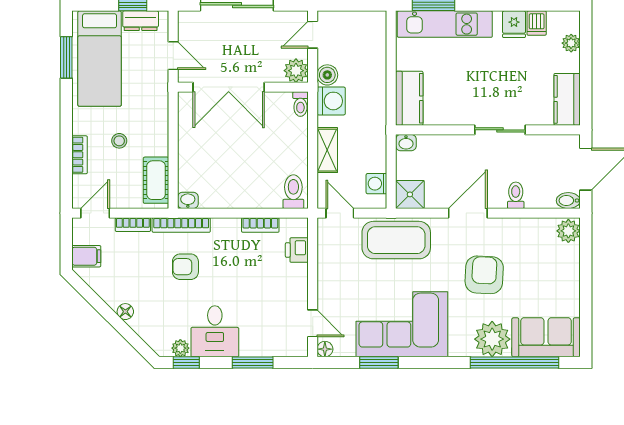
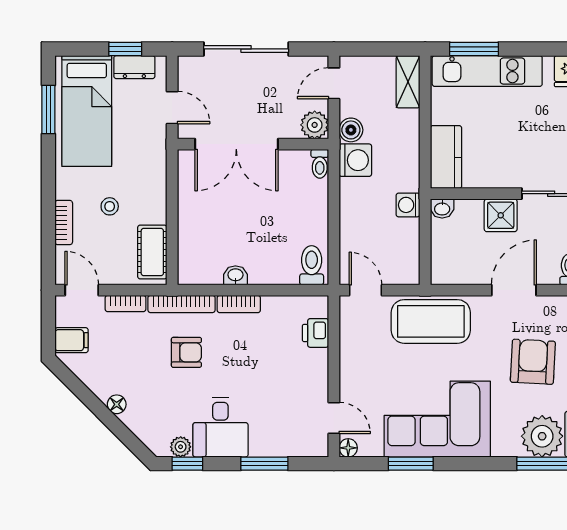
shelving: (327, 150) -> (408, 82), moved
washing machine: (376, 184) -> (408, 205), moved
shower: (410, 194) -> (501, 215), moved
washbasin: (188, 200) -> (235, 275), moved
door: (95, 213) -> (82, 290), hinge flipped
bookcase: (260, 225) -> (239, 304), moved
armchair: (185, 267) -> (186, 352), turned 180

